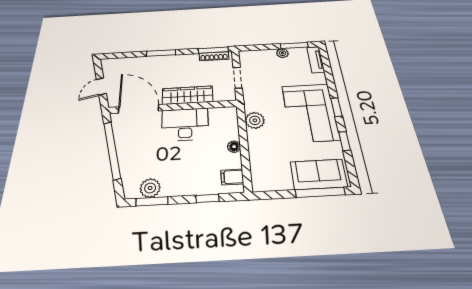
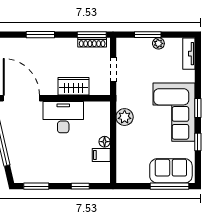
window: (294, 45) -> (148, 35), moved
wardrobe: (188, 95) -> (73, 86), width x0.67
filing cabinet: (232, 177) -> (101, 155), moved
plant: (150, 188) -> (34, 175), removed

